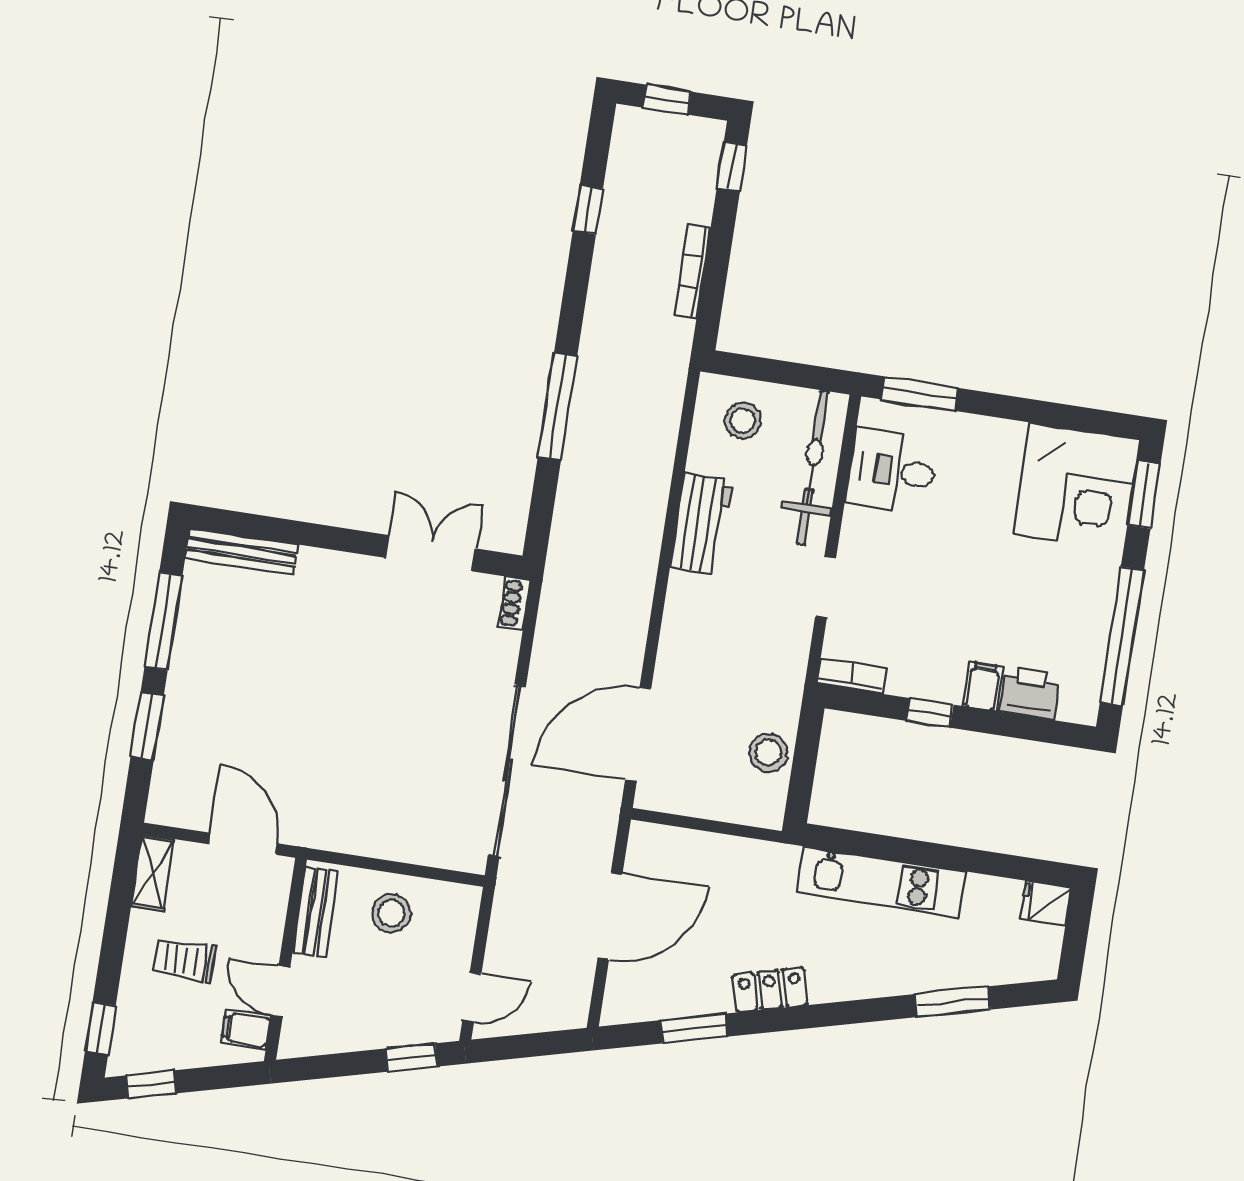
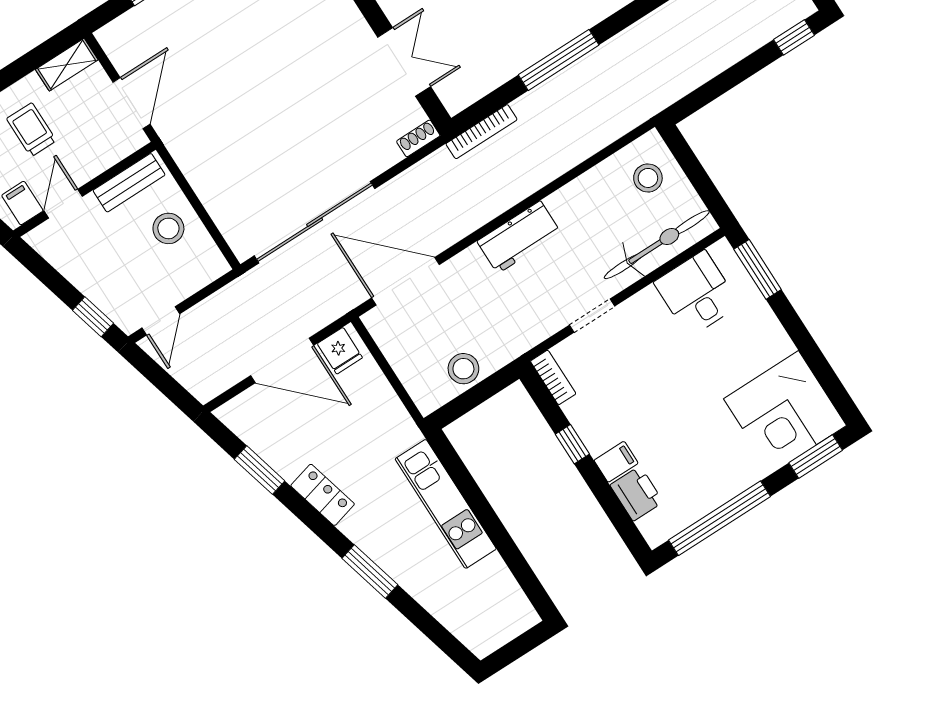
bookcase: (692, 271) -> (482, 132), moved, turned 180
workbench: (701, 524) -> (519, 237), moved
fridge: (1045, 903) -> (340, 351), moved, turned 180
door: (472, 997) -> (161, 321), hinge flipped
window: (952, 1002) -> (370, 571), moved

